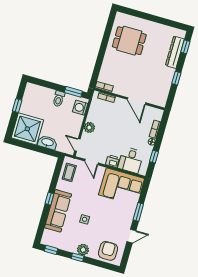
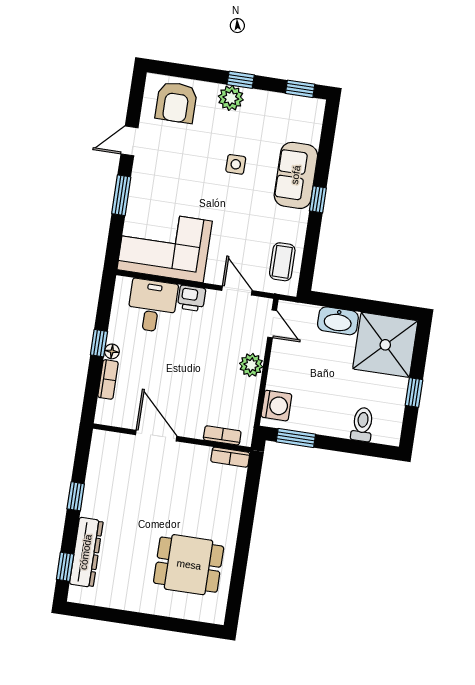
toilet: (59, 99) -> (362, 424), moved
window: (154, 157) -> (99, 343), moved
sofa: (58, 211) -> (296, 175), width x0.73

